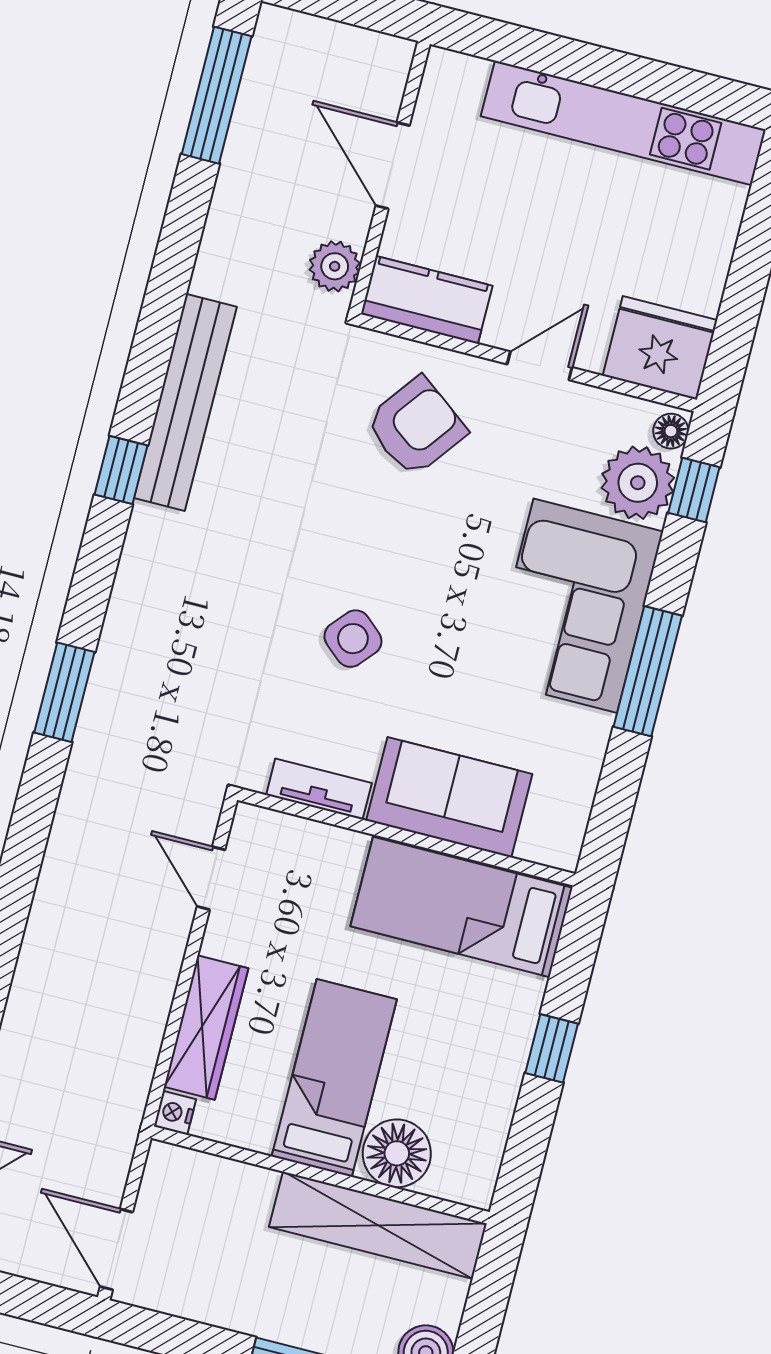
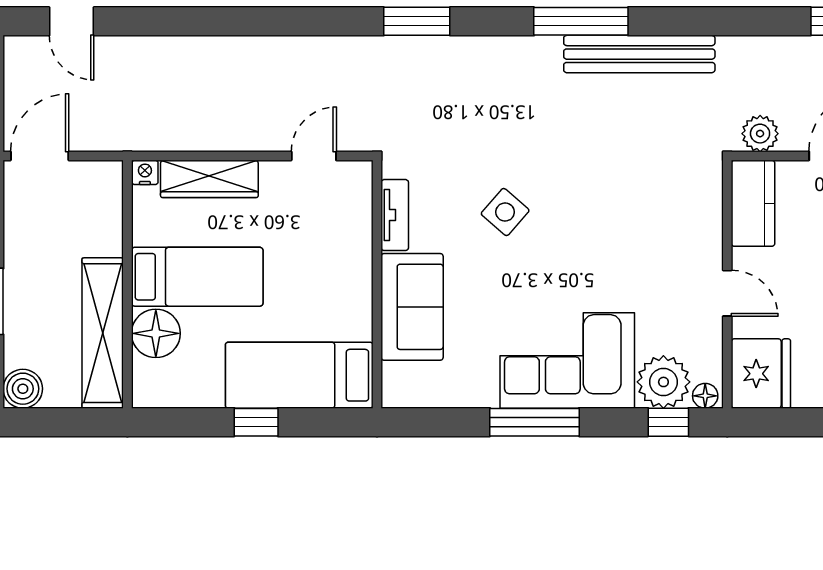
armchair: (416, 427) -> (663, 218), removed
window: (121, 470) -> (581, 21), width x2.17
bed: (461, 907) -> (299, 375), moved, turned -90

